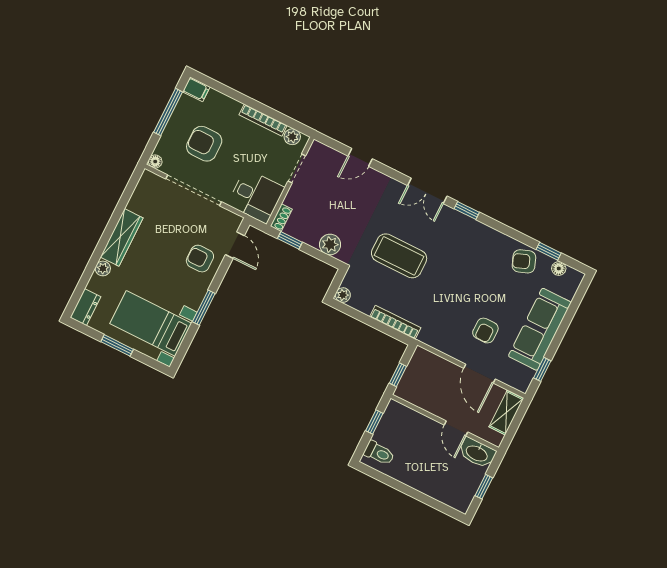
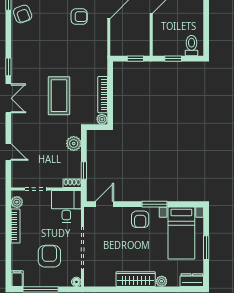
armchair: (204, 144) -> (49, 256), turned 180
armchair: (200, 259) -> (140, 219), moved
bookcase: (395, 322) -> (103, 95), moved

